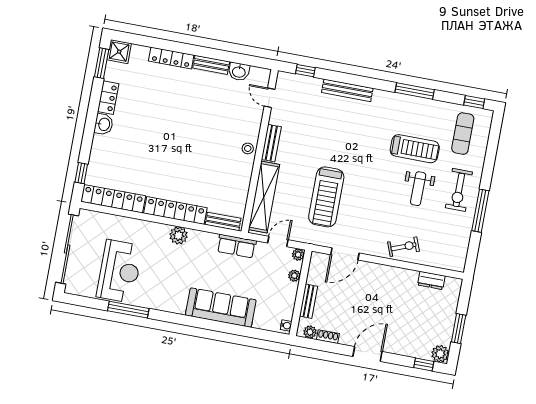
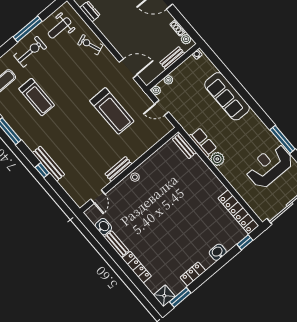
window: (305, 71) -> (42, 170), moved
washbasin: (104, 124) -> (218, 252), moved
treadmill: (415, 149) -> (37, 97), turned 180
weight bench: (418, 189) -> (60, 28), moved, turned 180
shelving: (264, 197) -> (149, 141), removed
treadmill: (326, 197) -> (112, 111), turned 90
locker: (175, 210) -> (207, 175), removed
row of seats: (236, 246) -> (203, 142), moved

